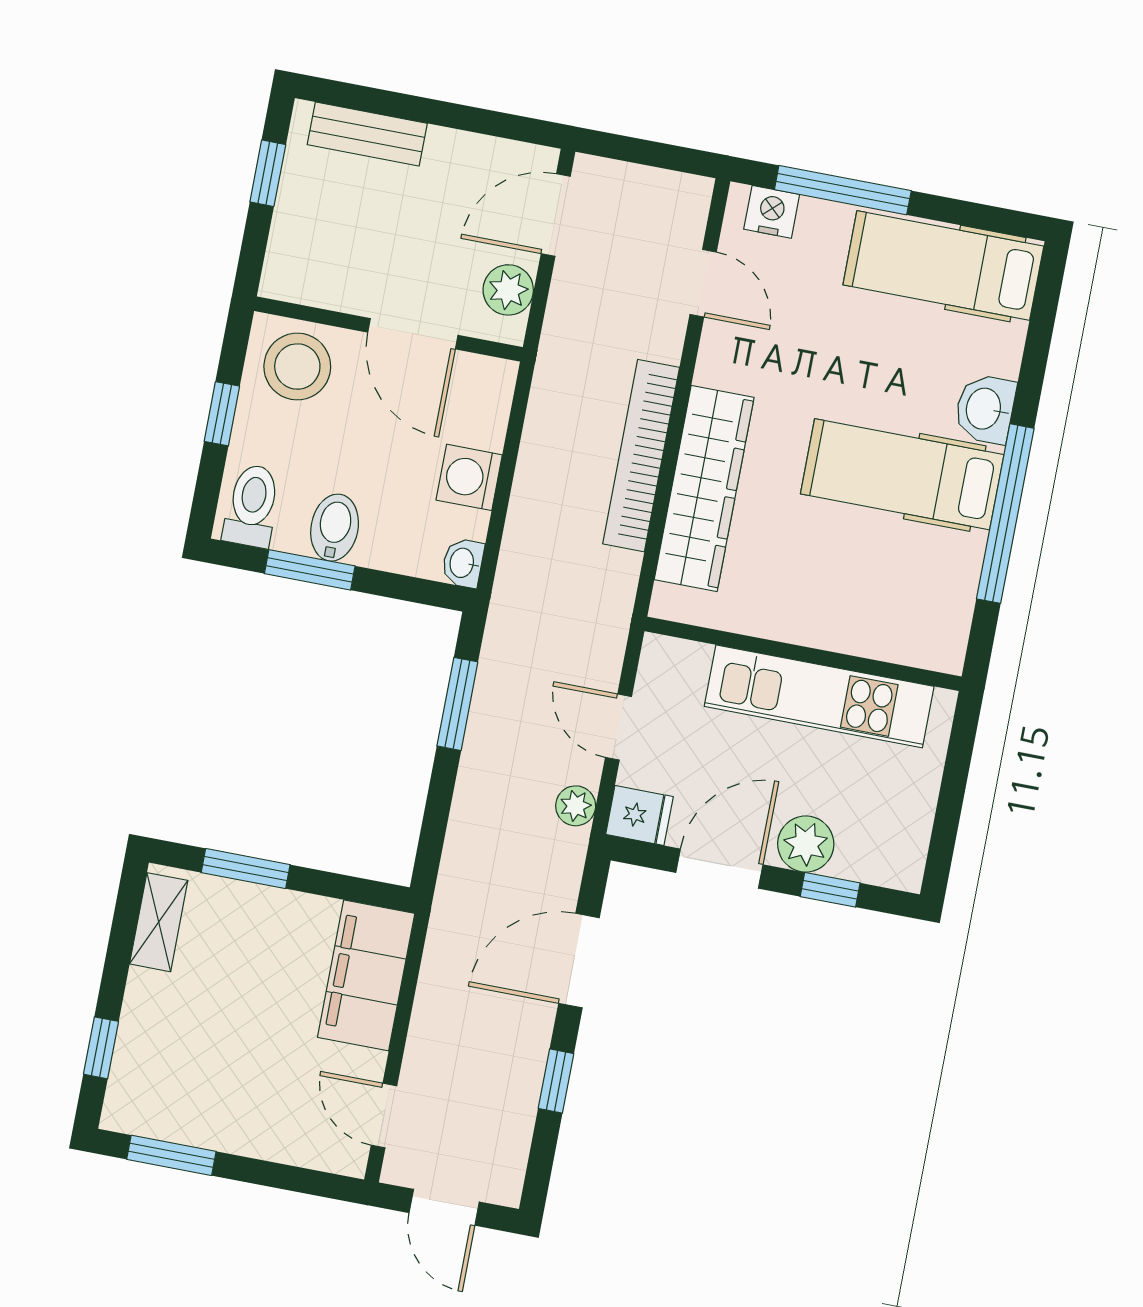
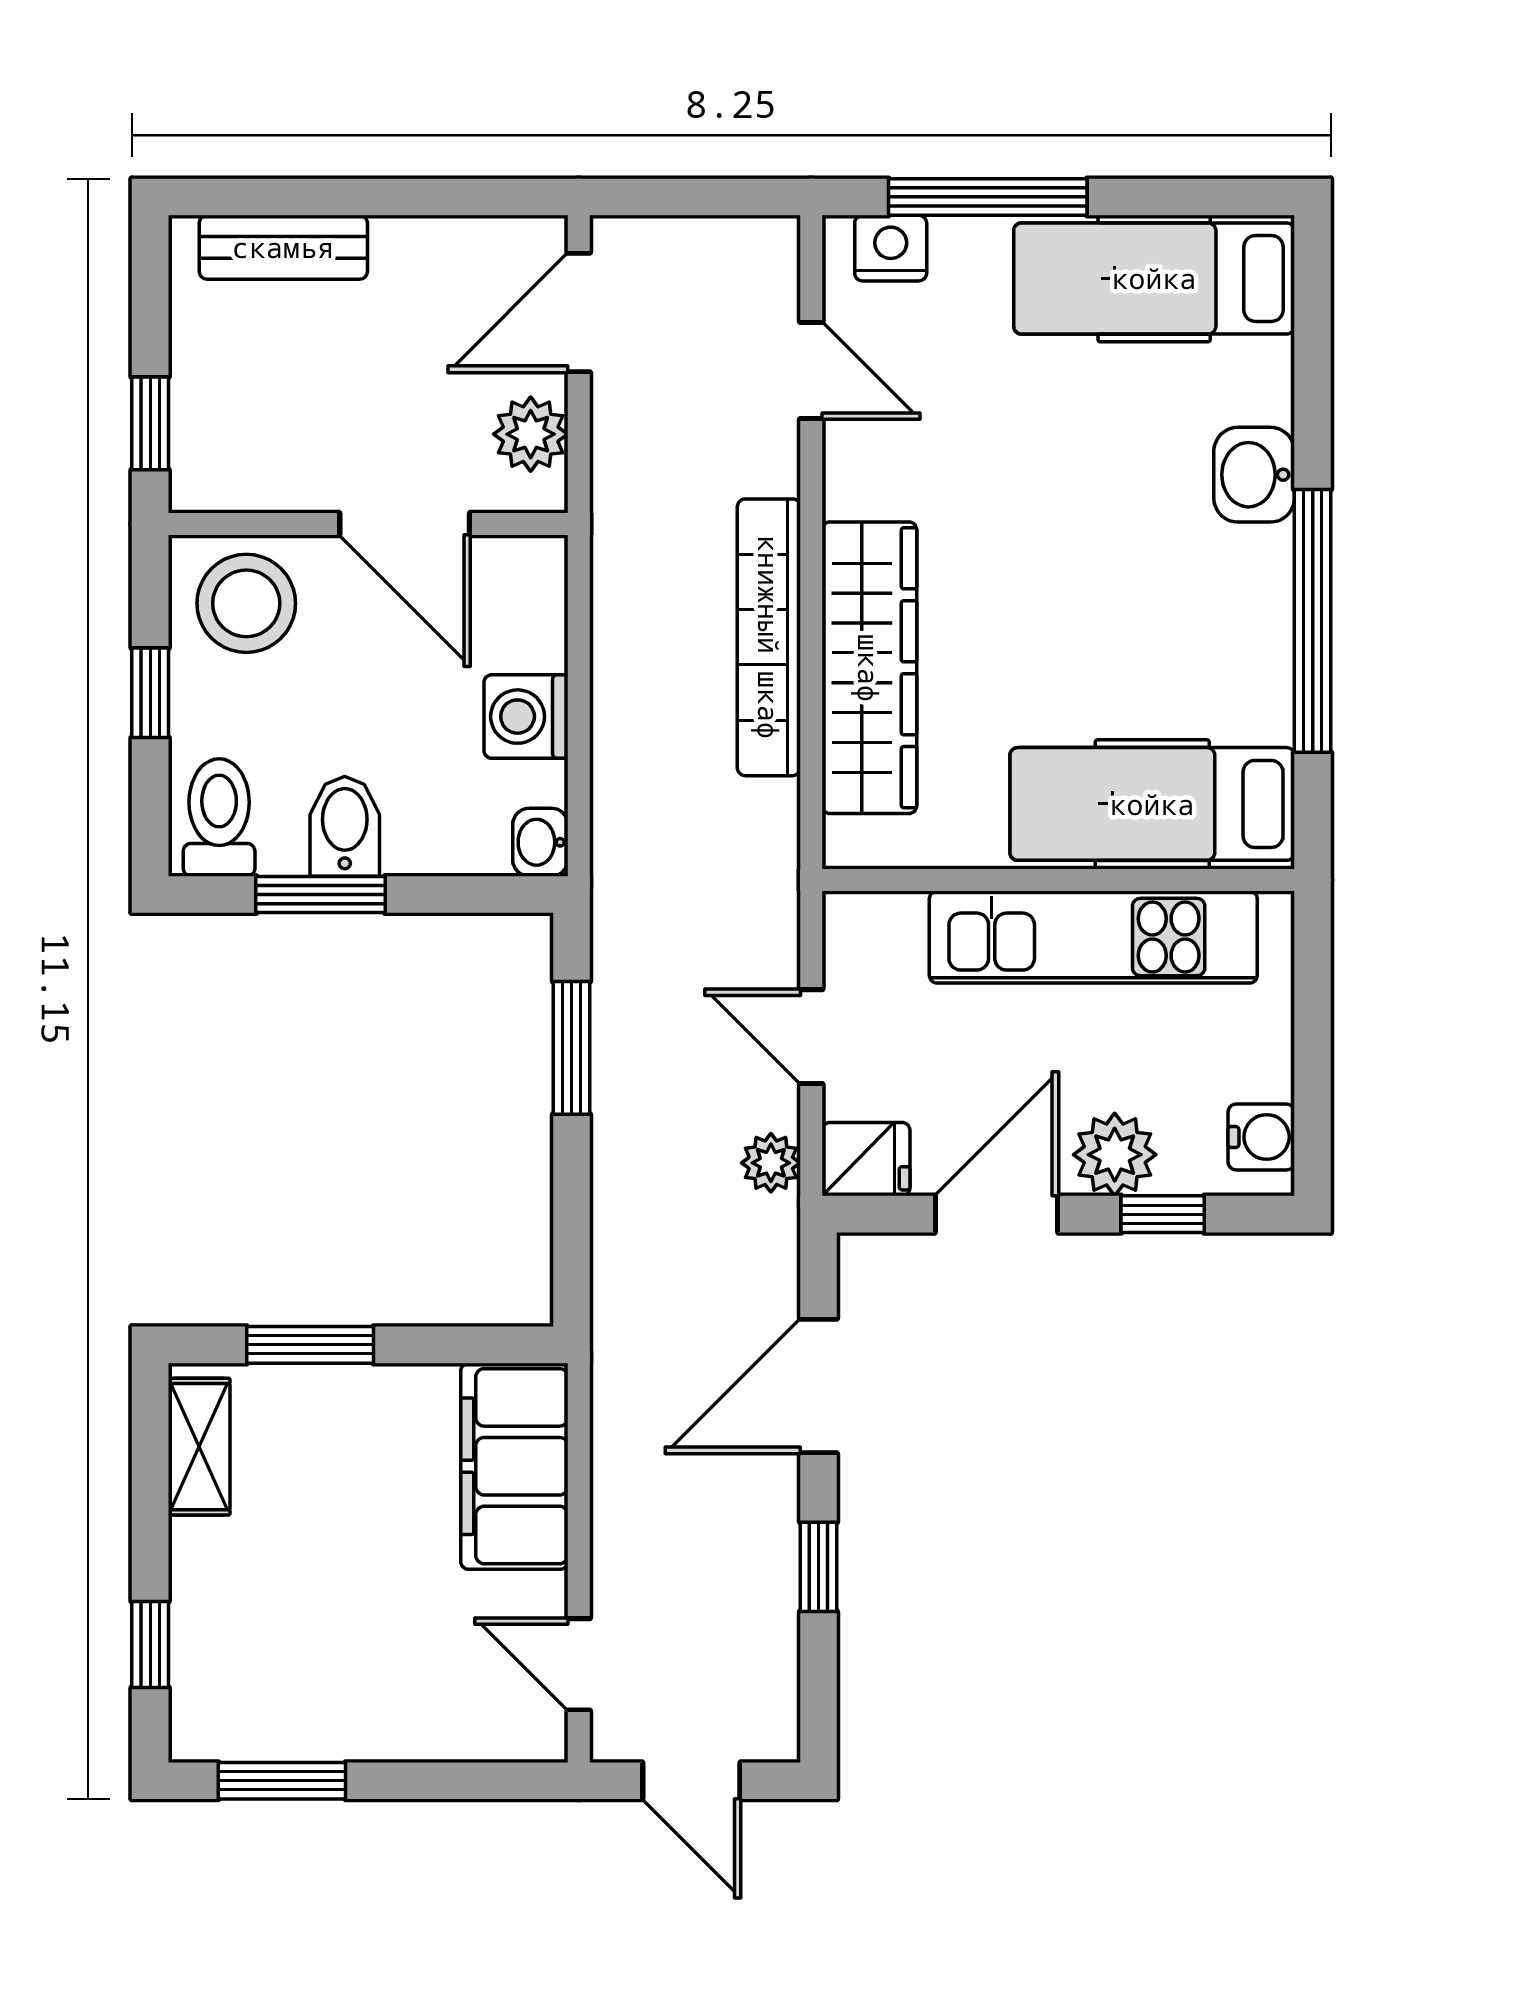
window: (268, 173) -> (150, 423), moved
hospital bed: (902, 474) -> (1152, 804), moved
water cooler: (906, 851) -> (1261, 1137), added

